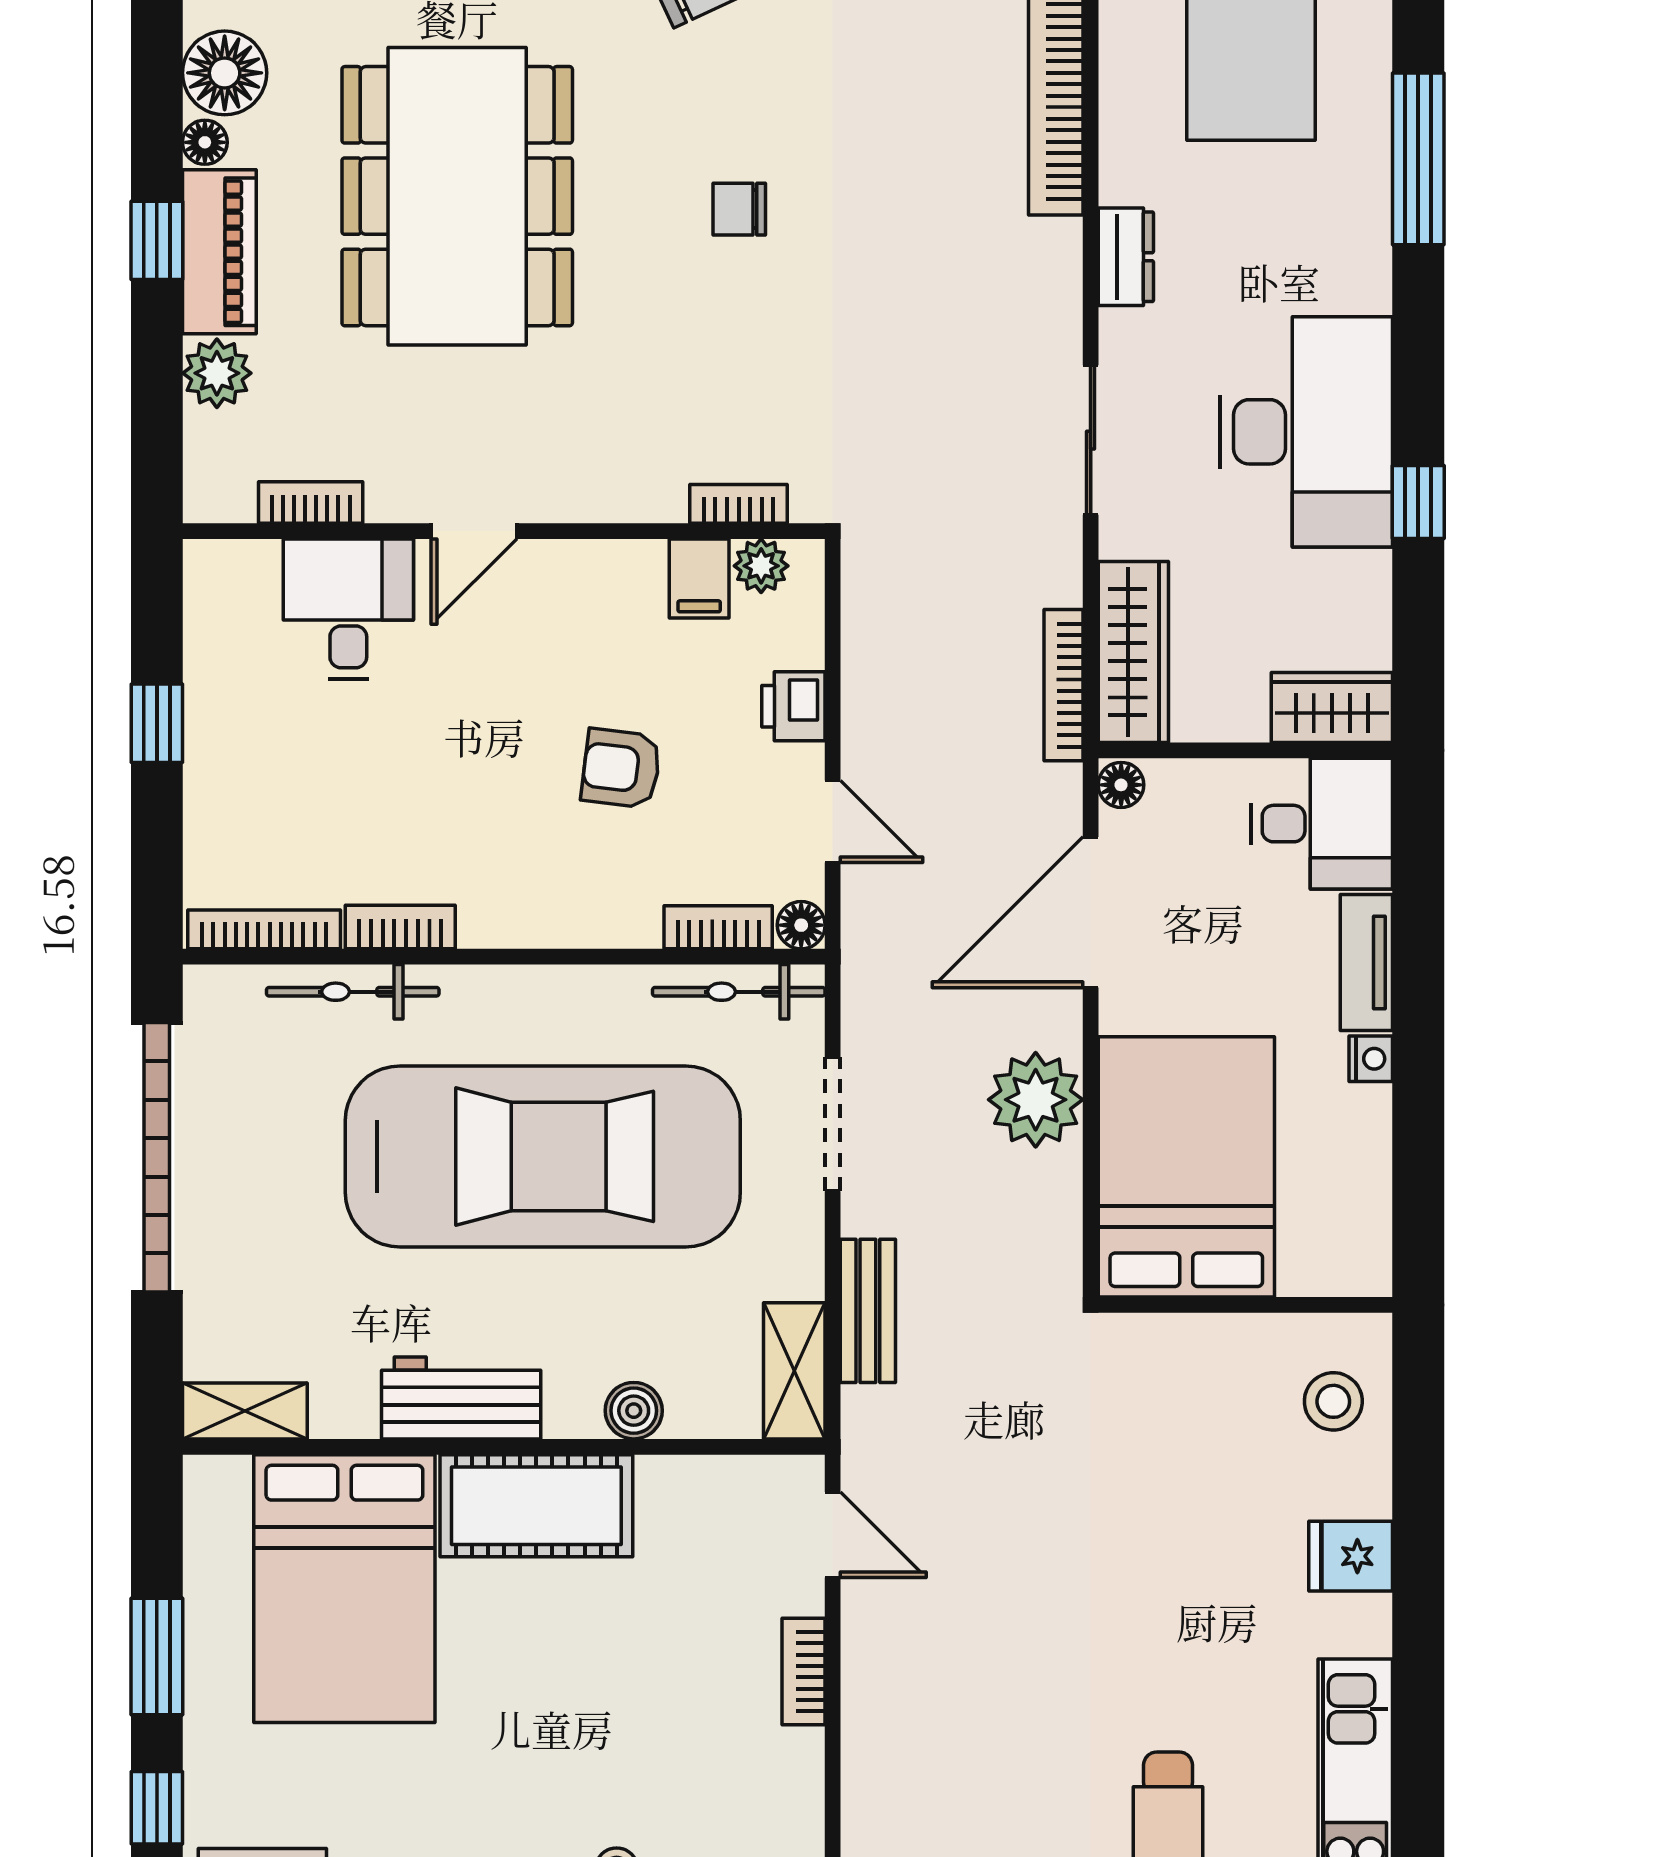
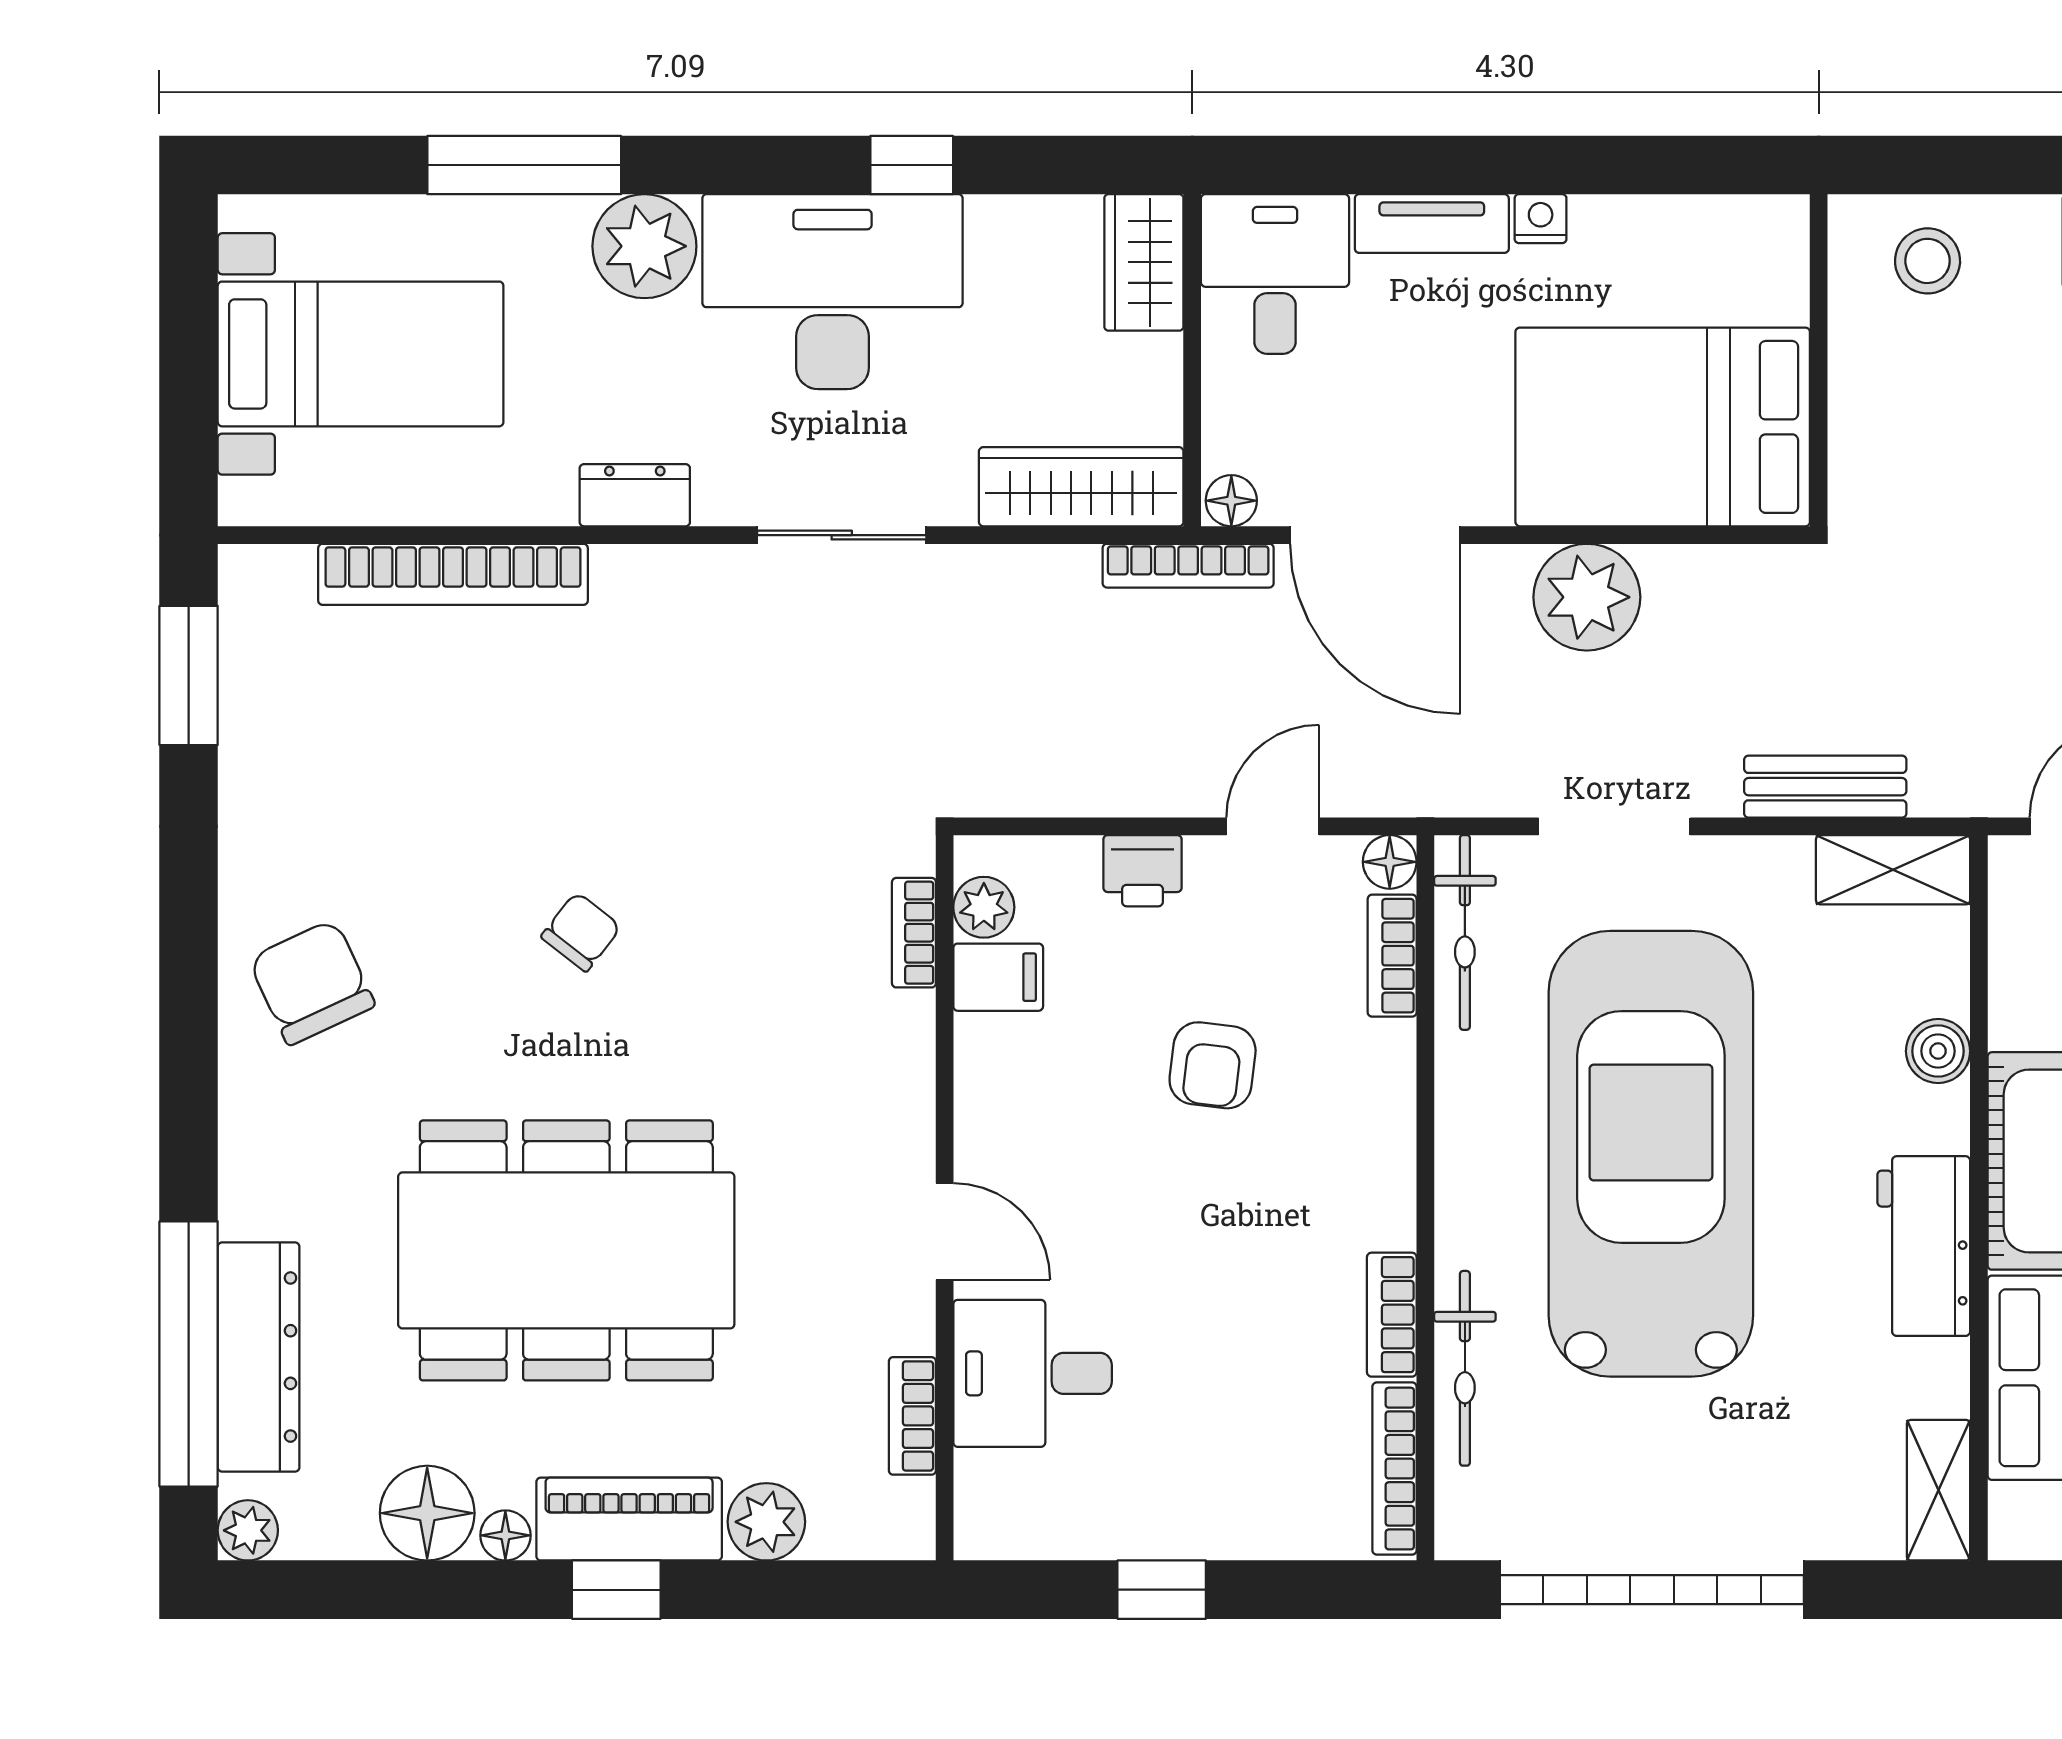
chair: (739, 209) -> (581, 932), turned -142
plant: (1346, 265) -> (644, 246), added
bookcase: (1063, 685) -> (1188, 566), moved

